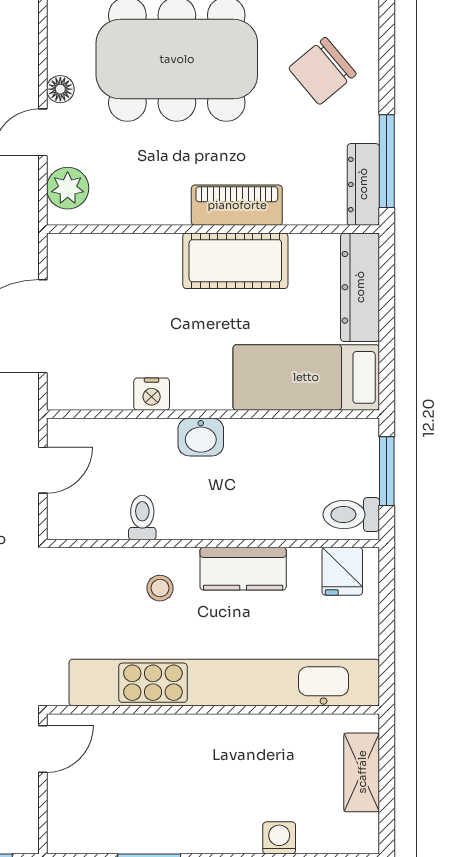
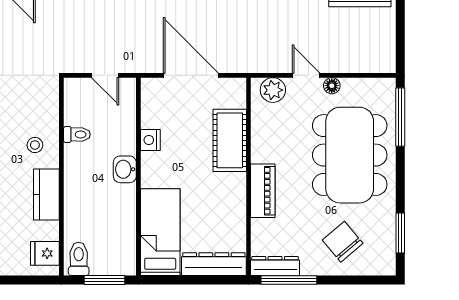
cot: (235, 261) -> (230, 140), moved

